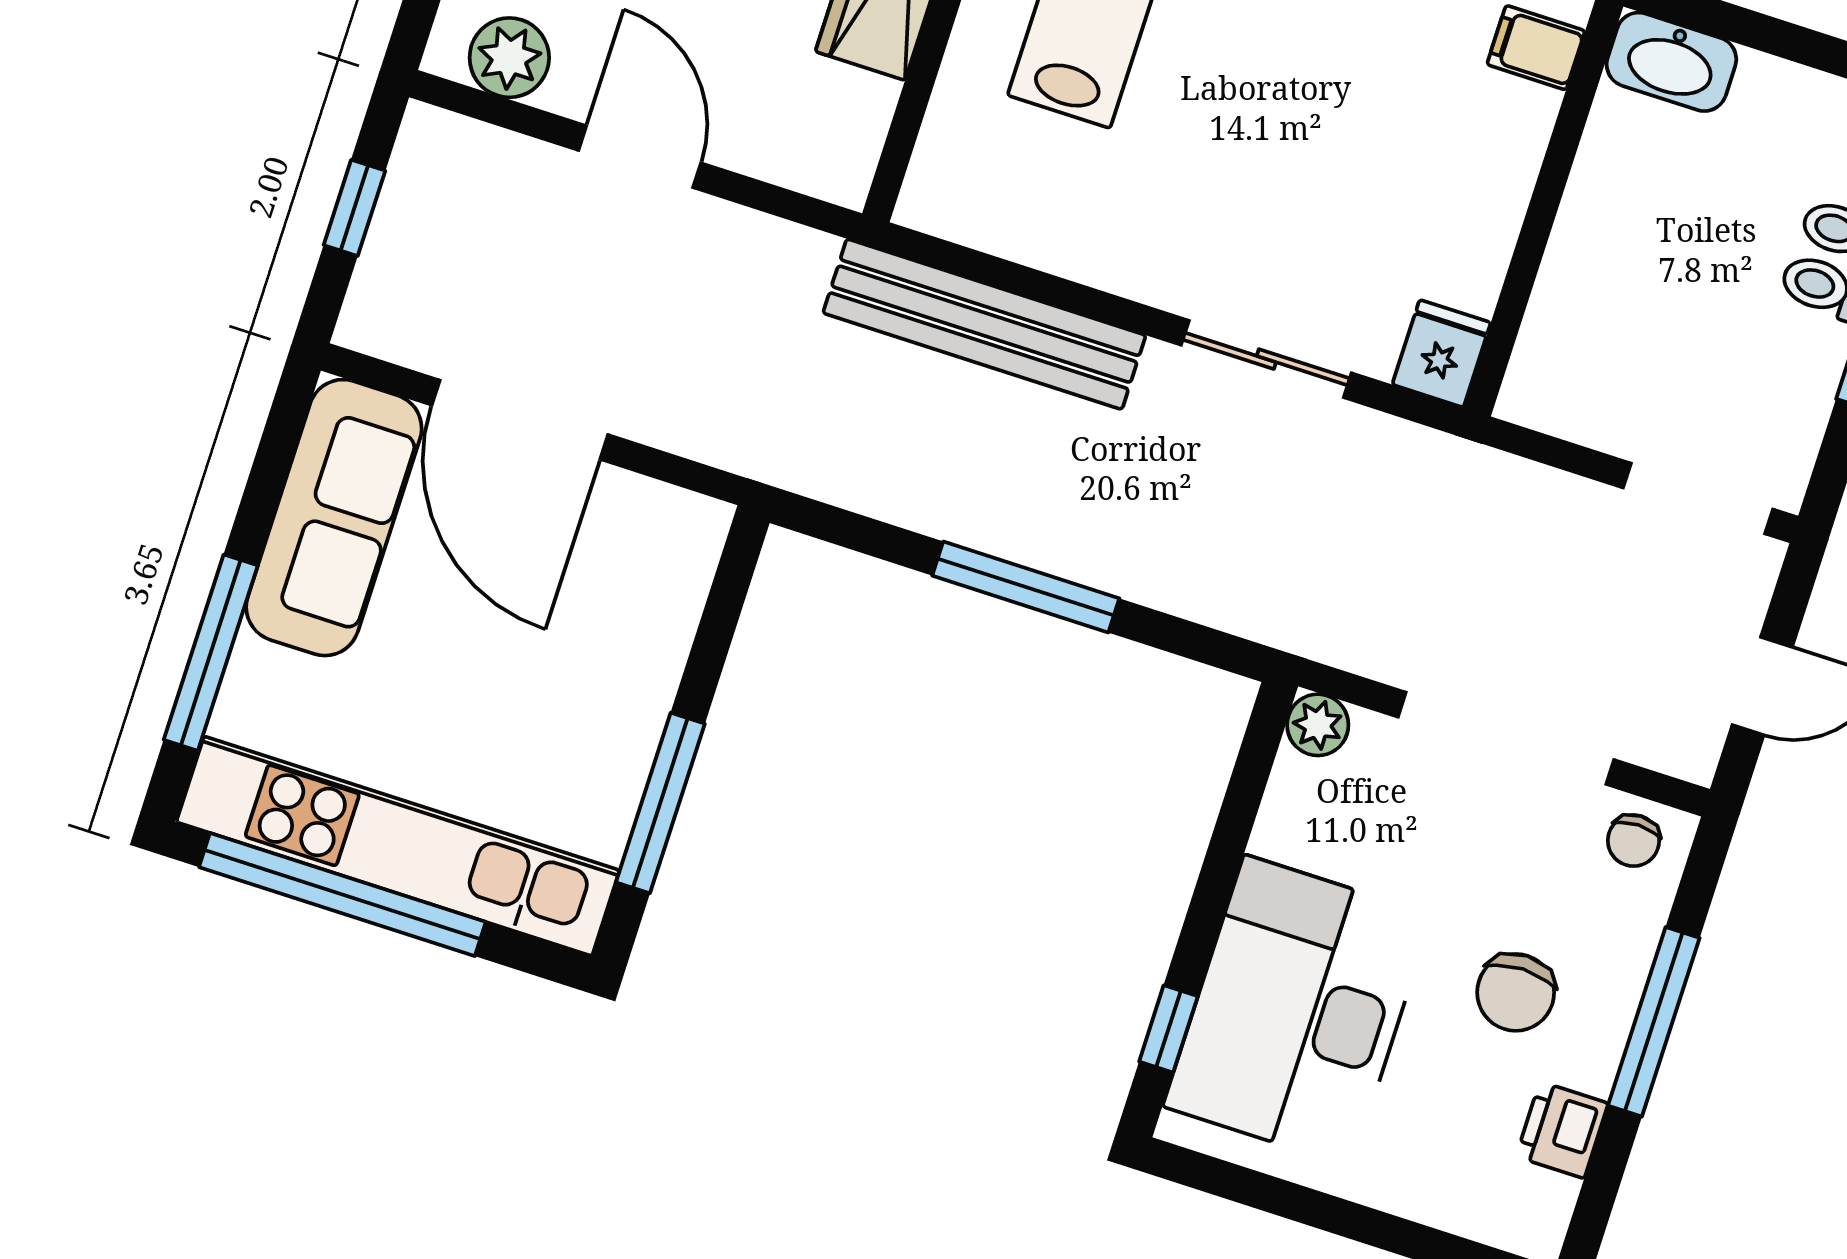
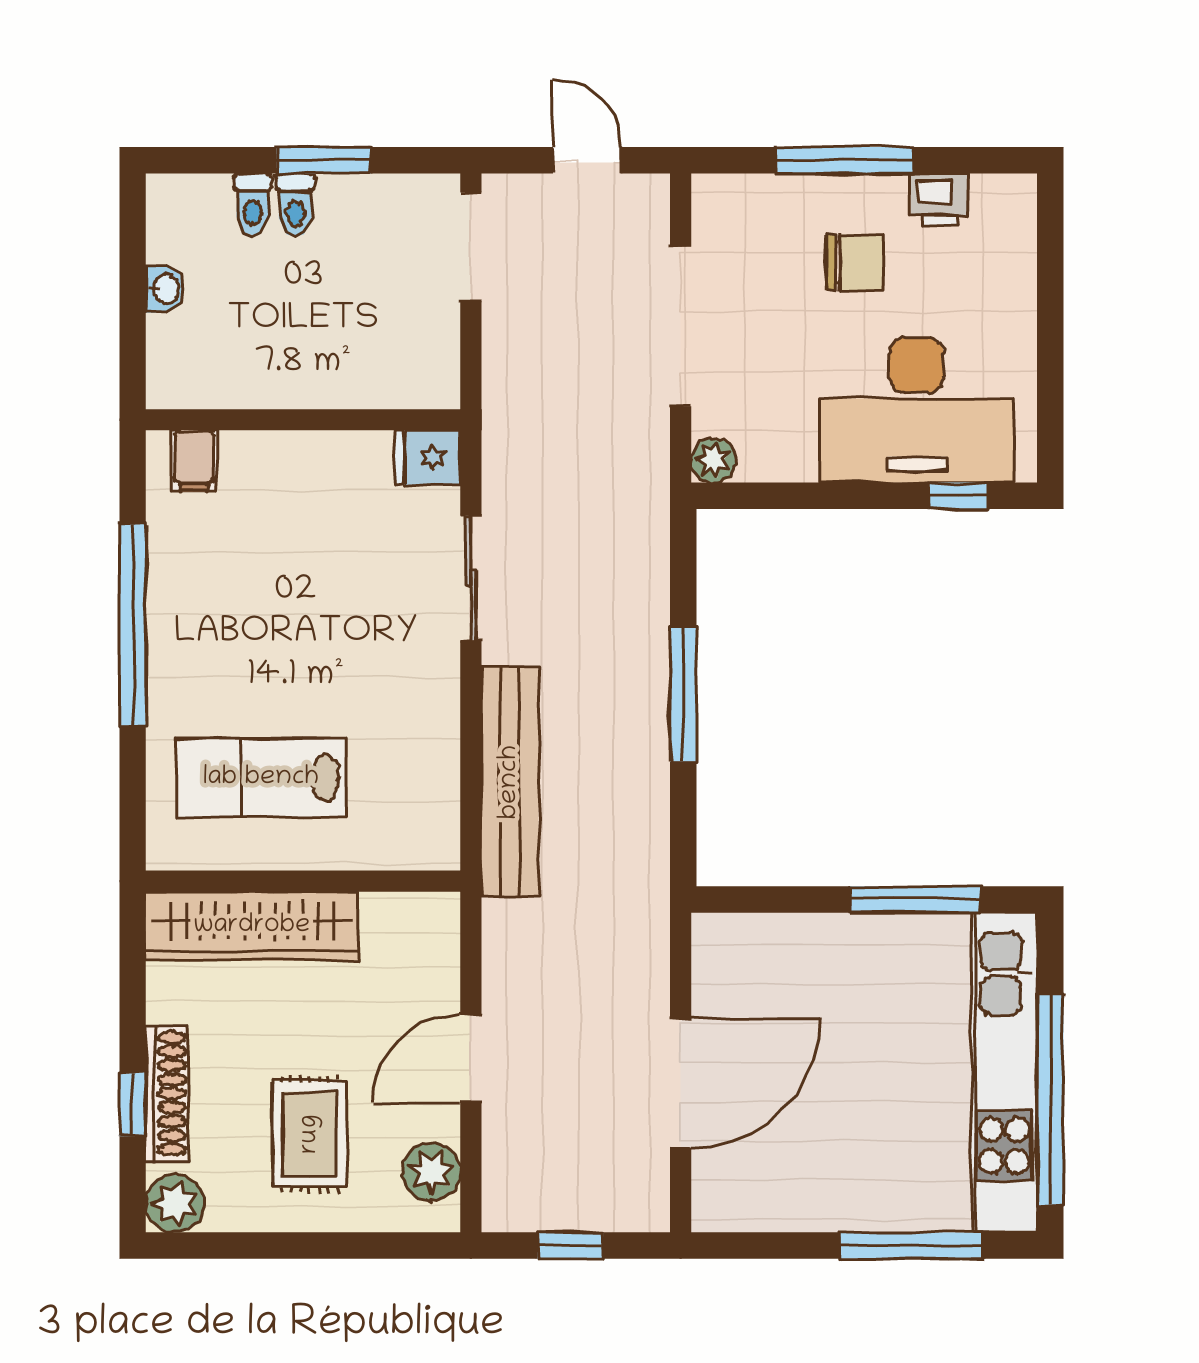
washbasin: (1671, 62) -> (165, 289), moved, width x0.52, depth x0.69
sofa: (334, 518) -> (790, 1190), removed
chair: (1634, 841) -> (723, 215), removed

